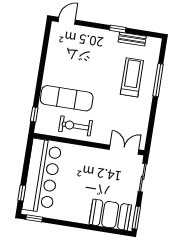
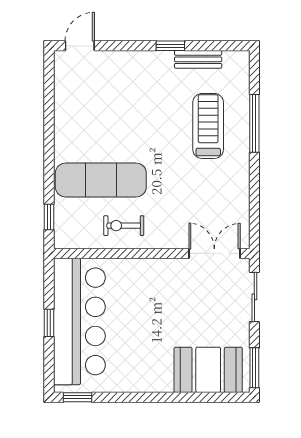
exercise bike: (75, 126) -> (124, 226), width x0.73, depth x0.72
window: (22, 193) -> (49, 323), moved

